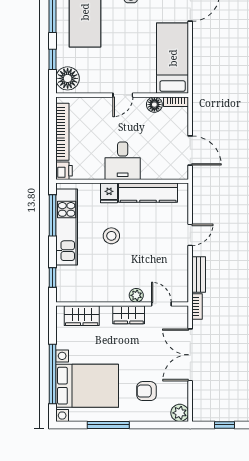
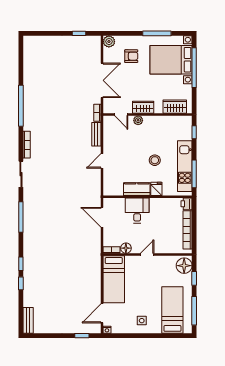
desk: (123, 161) -> (137, 211), moved
kitchen counter: (148, 193) -> (137, 189), width x0.67

